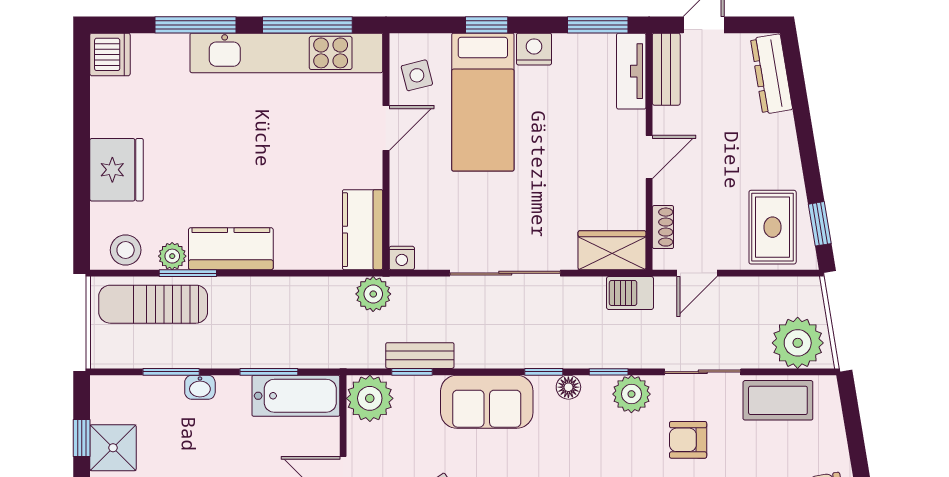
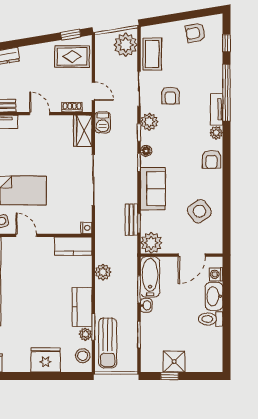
plant: (373, 294) -> (103, 272), moved
washbasin: (200, 387) -> (146, 305), moved

